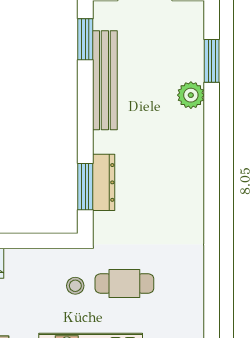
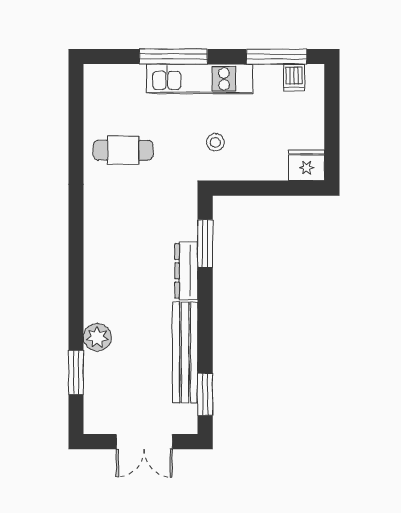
dresser: (104, 182) -> (186, 271), moved
cafe table: (124, 284) -> (123, 150), moved

